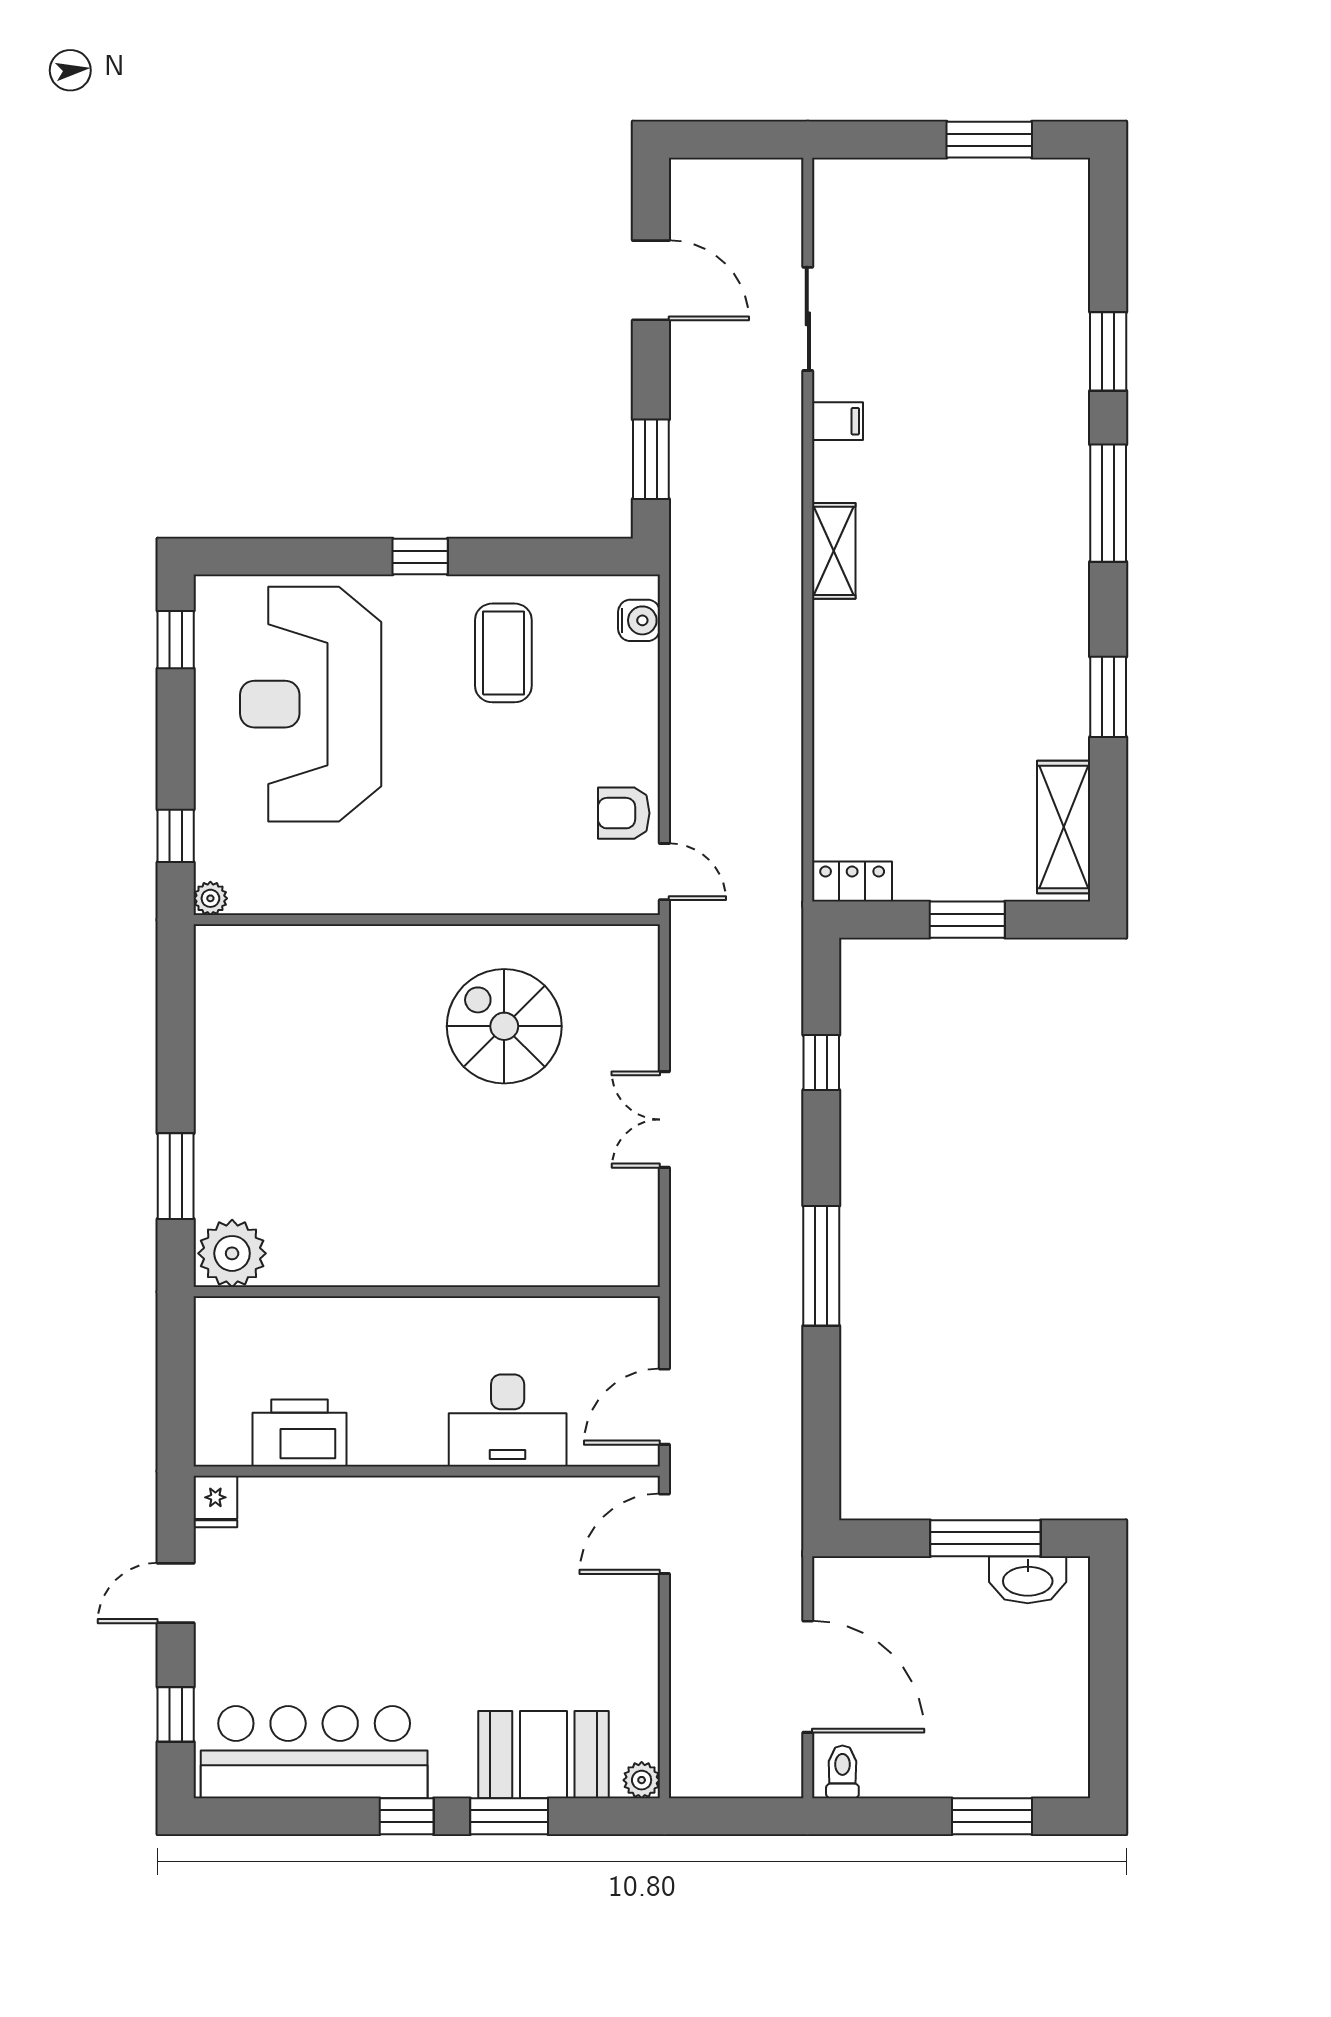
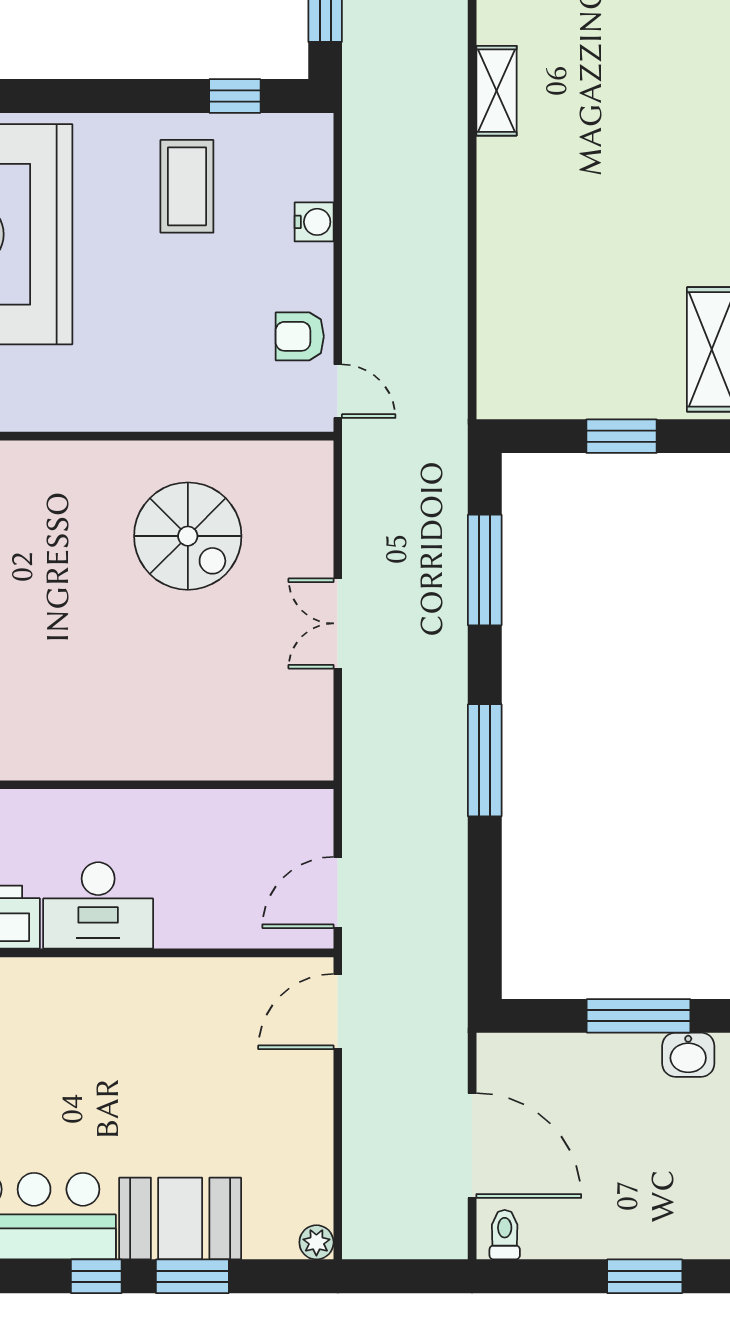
window: (420, 557) -> (235, 96), moved
water cooler: (639, 620) -> (314, 222), moved
locker: (852, 882) -> (514, 401), removed
spiral stairs: (504, 1026) -> (188, 536), turned 180
window: (821, 1062) -> (485, 570), width x2.17
desk: (508, 1420) -> (98, 905), moved
washbasin: (1028, 1580) -> (688, 1055), width x0.72
booth: (543, 1755) -> (180, 1219), moved

